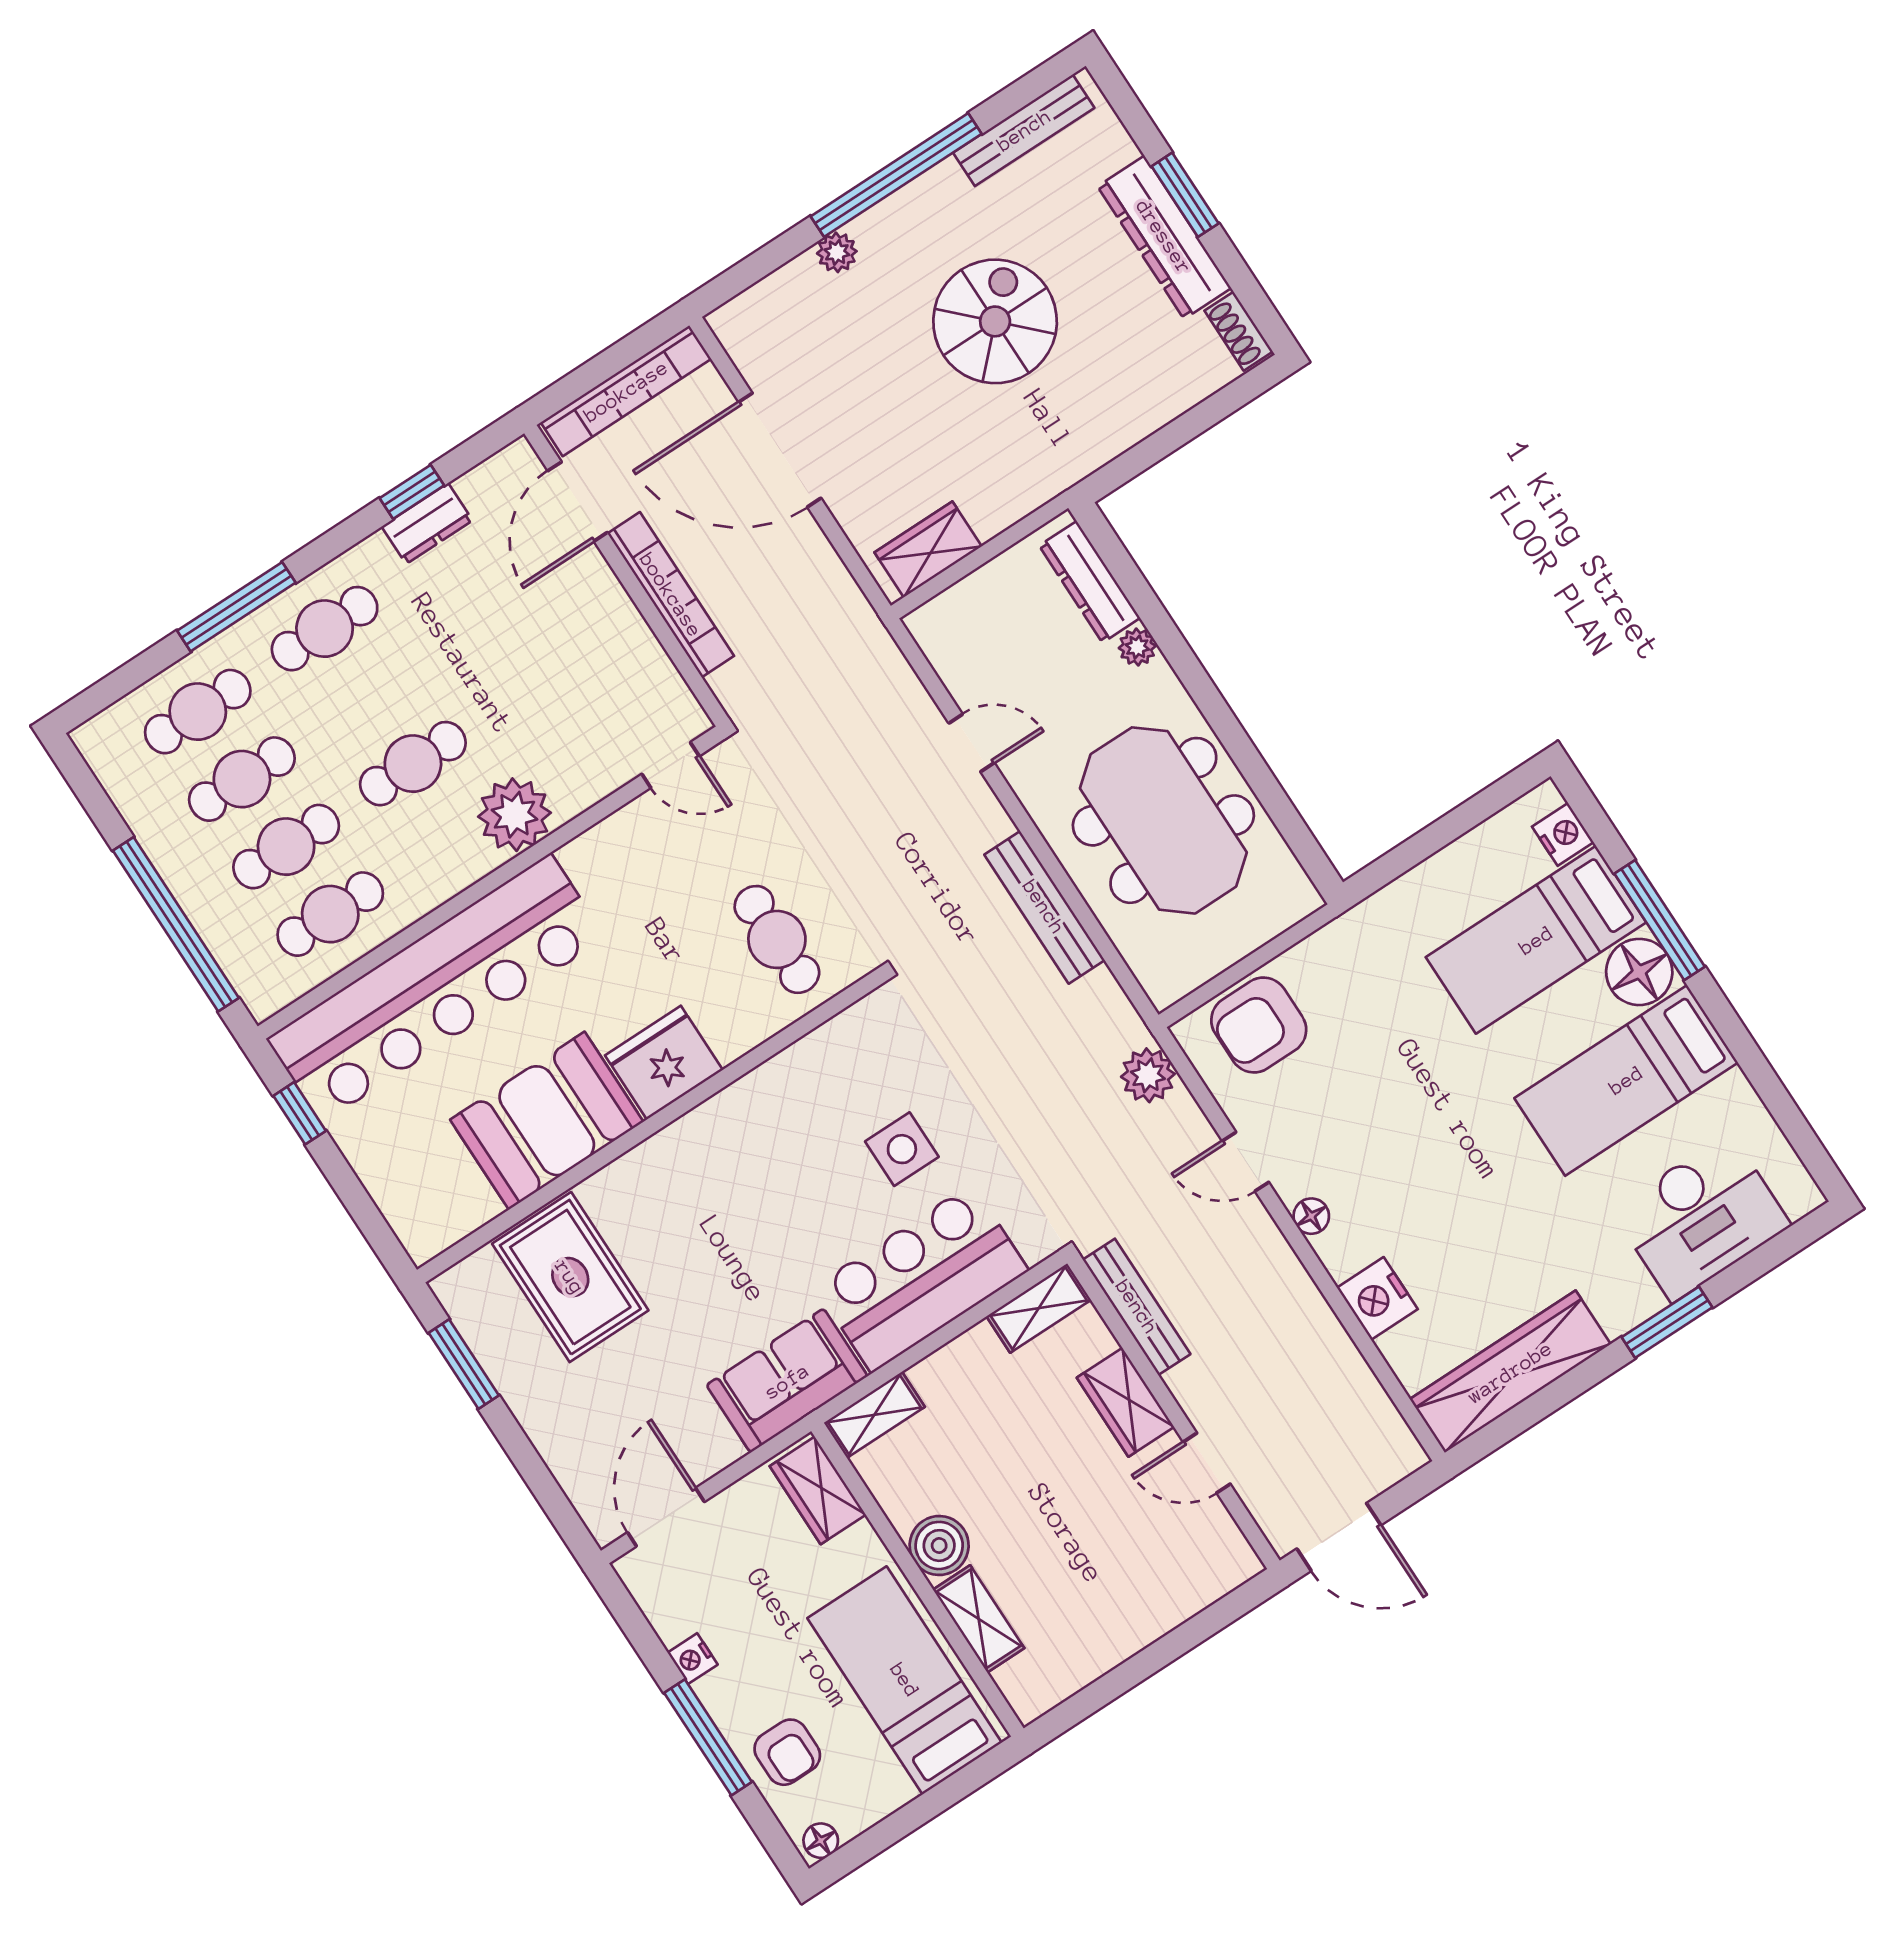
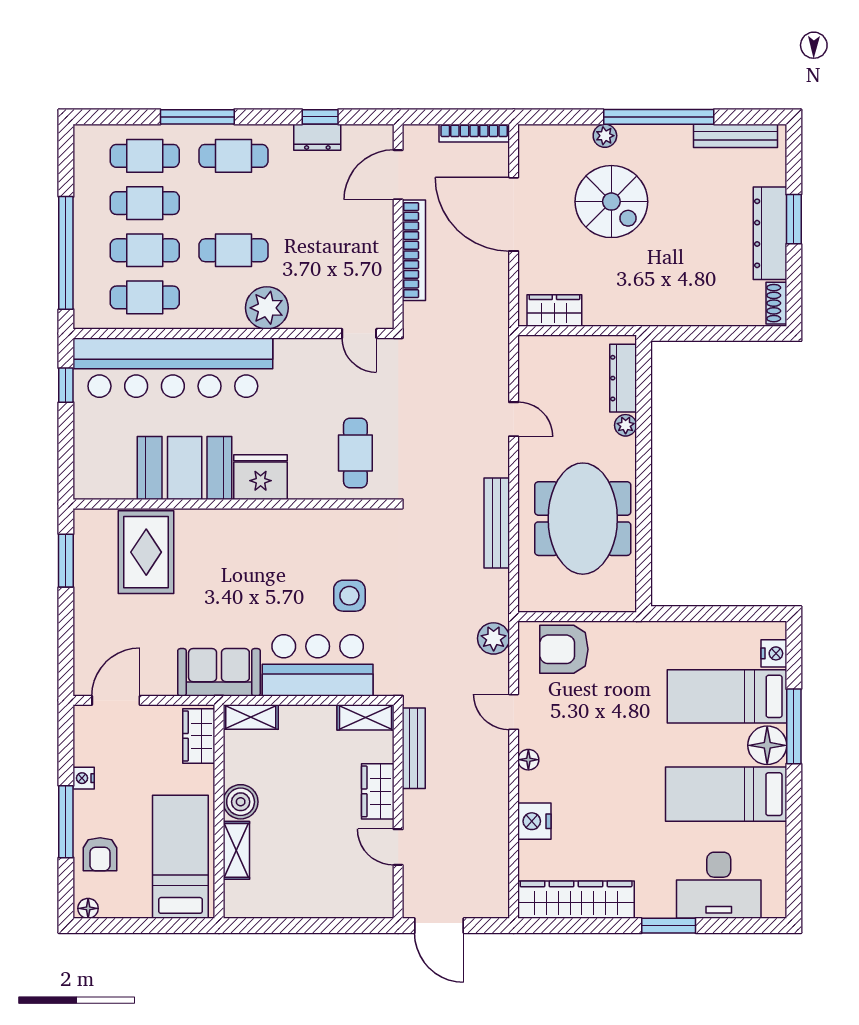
spiral stairs: (995, 321) -> (611, 202), moved, turned 90
bookcase: (626, 391) -> (474, 133), width x0.68, depth x0.76

